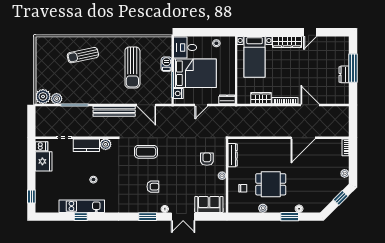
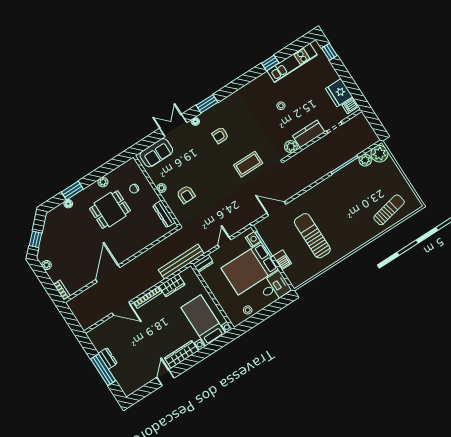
sun lounger: (83, 55) -> (389, 210), moved
bench: (114, 111) -> (181, 262), moved
kitchen unit: (82, 206) -> (292, 63), moved

